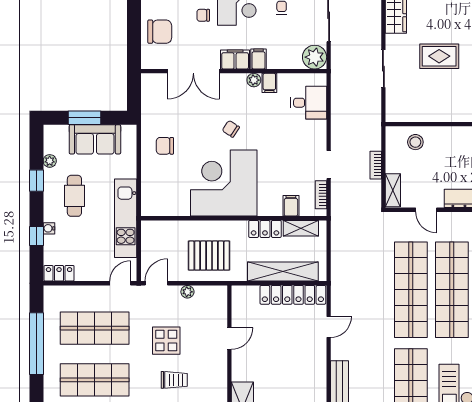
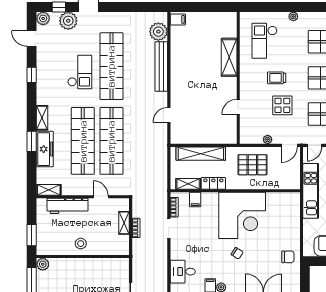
stool: (415, 142) -> (81, 244), moved
chair: (165, 146) -> (288, 257), moved
shelving: (393, 190) -> (124, 223), moved
locker: (293, 295) -> (194, 137), removed

